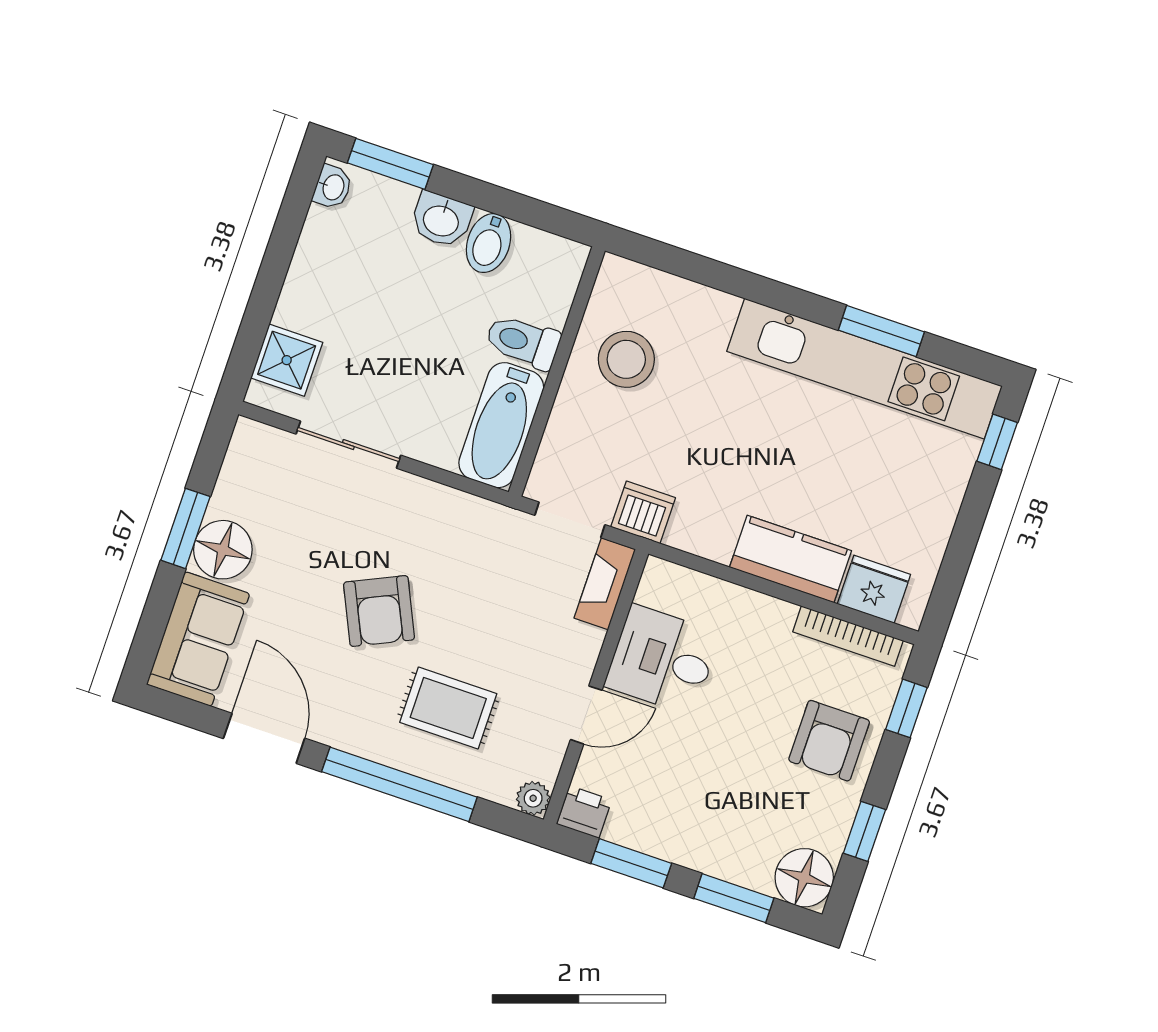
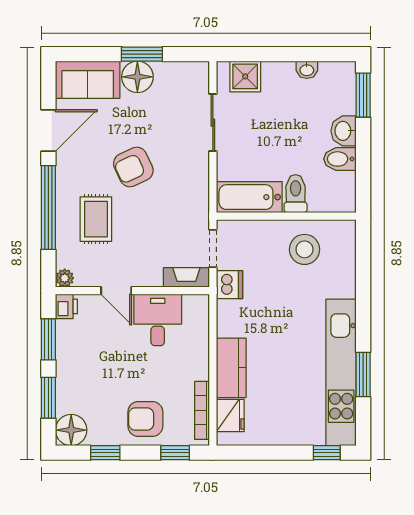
washbasin: (333, 187) -> (307, 70), moved

